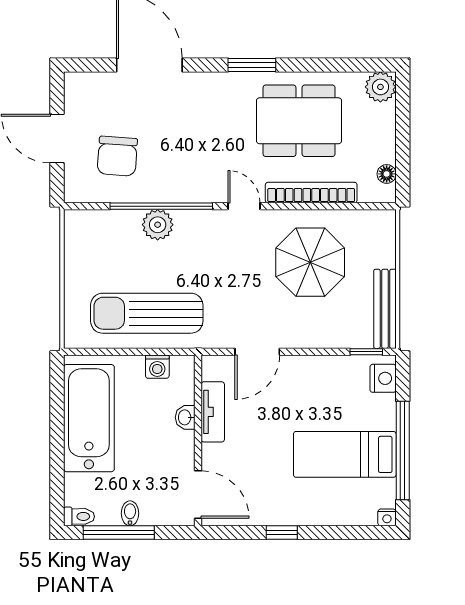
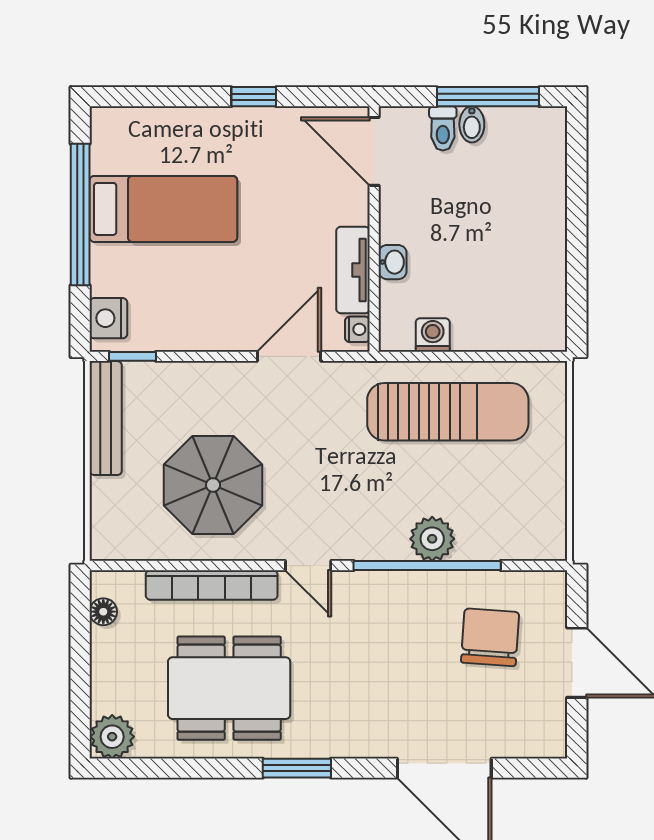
bathtub: (89, 418) -> (531, 261), removed
toilet: (79, 516) -> (443, 128), moved, turned -90
nightstand: (387, 517) -> (357, 329), moved, turned 90

